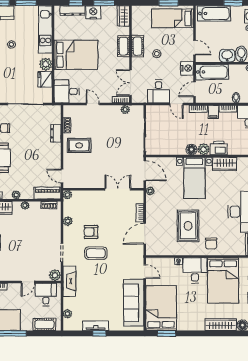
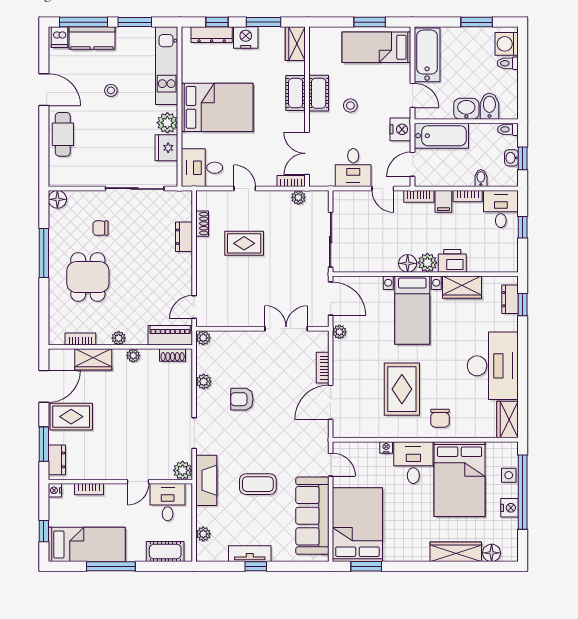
bathtub: (214, 13) -> (427, 55), moved, turned -90
rug: (79, 145) -> (244, 243), moved
door: (62, 176) -> (194, 307), hinge flipped
coffee table: (96, 253) -> (258, 484), moved

